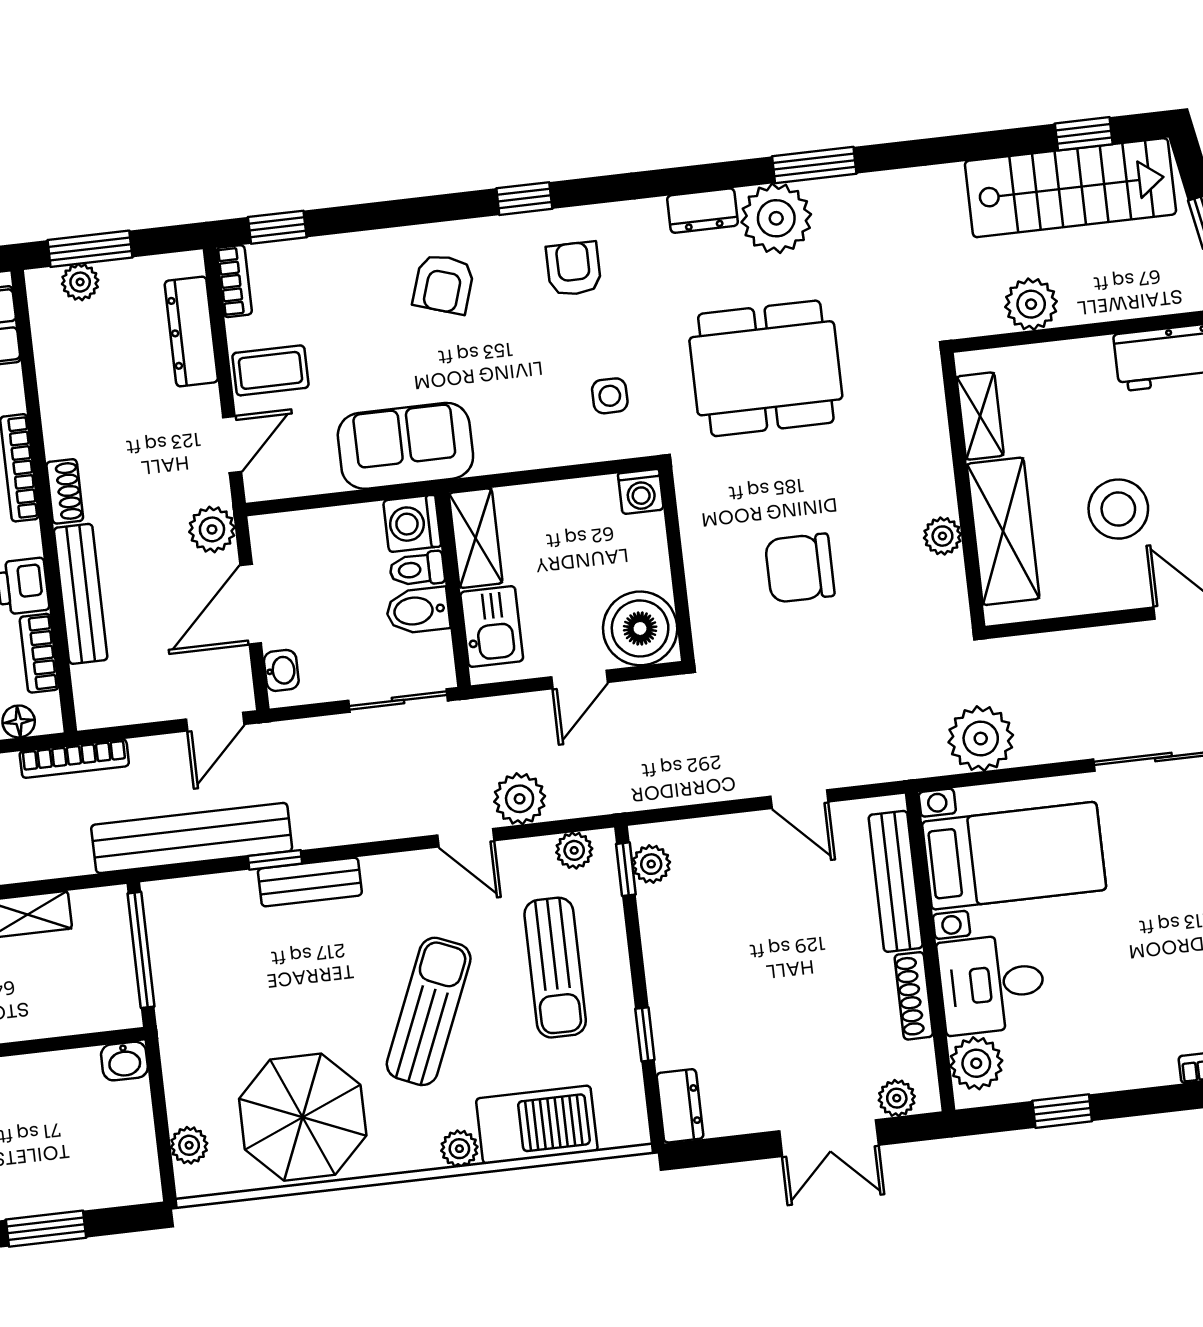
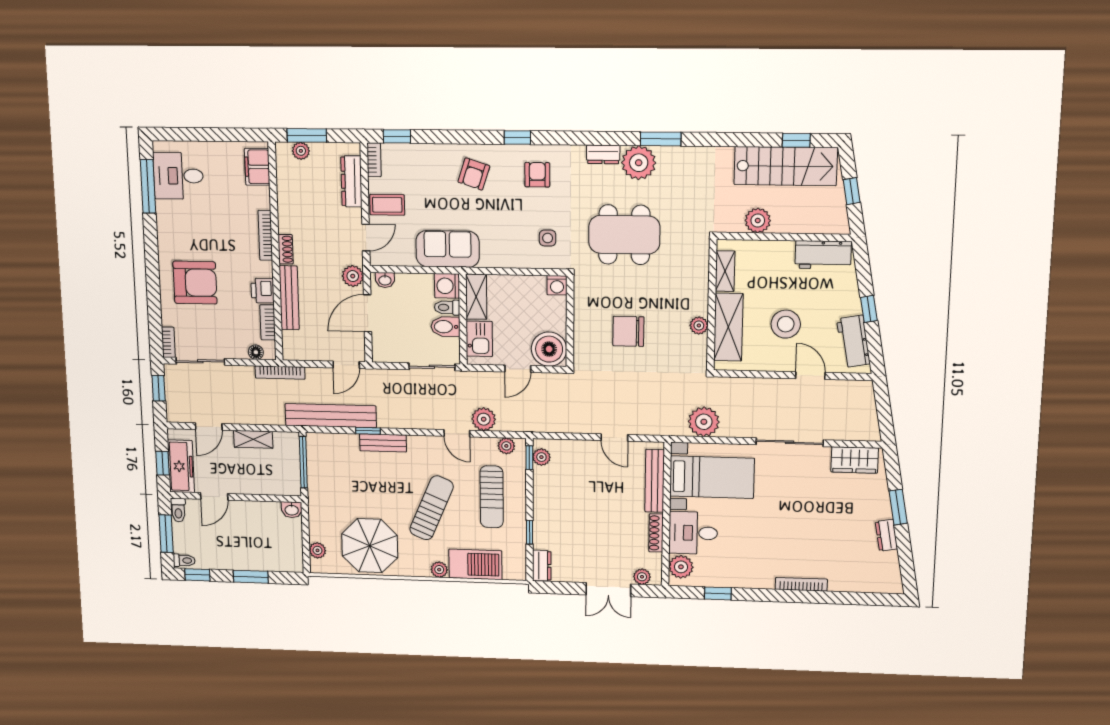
washbasin: (281, 670) -> (385, 280), moved, turned 90

